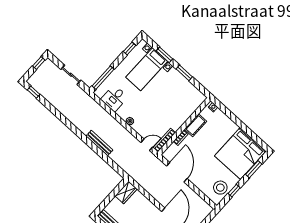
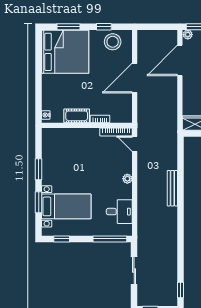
door: (177, 172) -> (135, 78), moved

